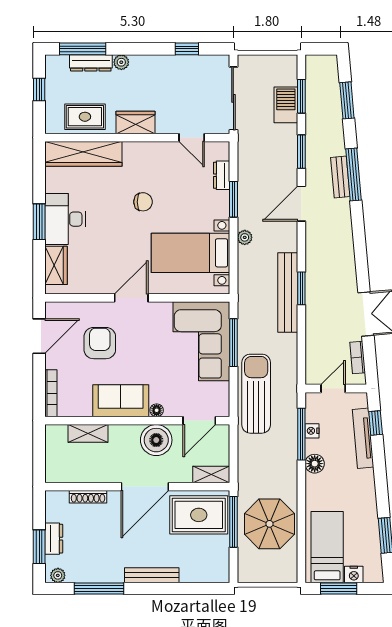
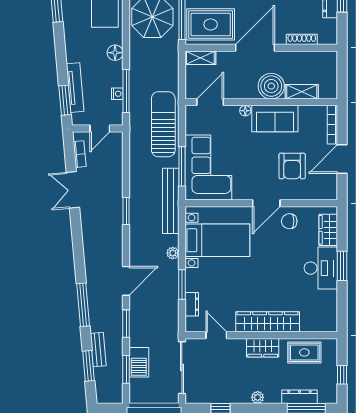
plant: (121, 62) -> (258, 397), moved
wardrobe: (83, 154) -> (268, 322), moved
bench: (340, 177) -> (98, 350), moved
chair: (143, 202) -> (289, 221), moved
bench: (288, 293) -> (171, 201), moved
door: (39, 336) -> (342, 159), moved
sun lounger: (256, 394) -> (163, 124), turned 180
window: (376, 423) -> (65, 100), width x1.50
boiler: (156, 440) -> (271, 86), moved
floor lamp: (315, 464) -> (115, 53), moved

